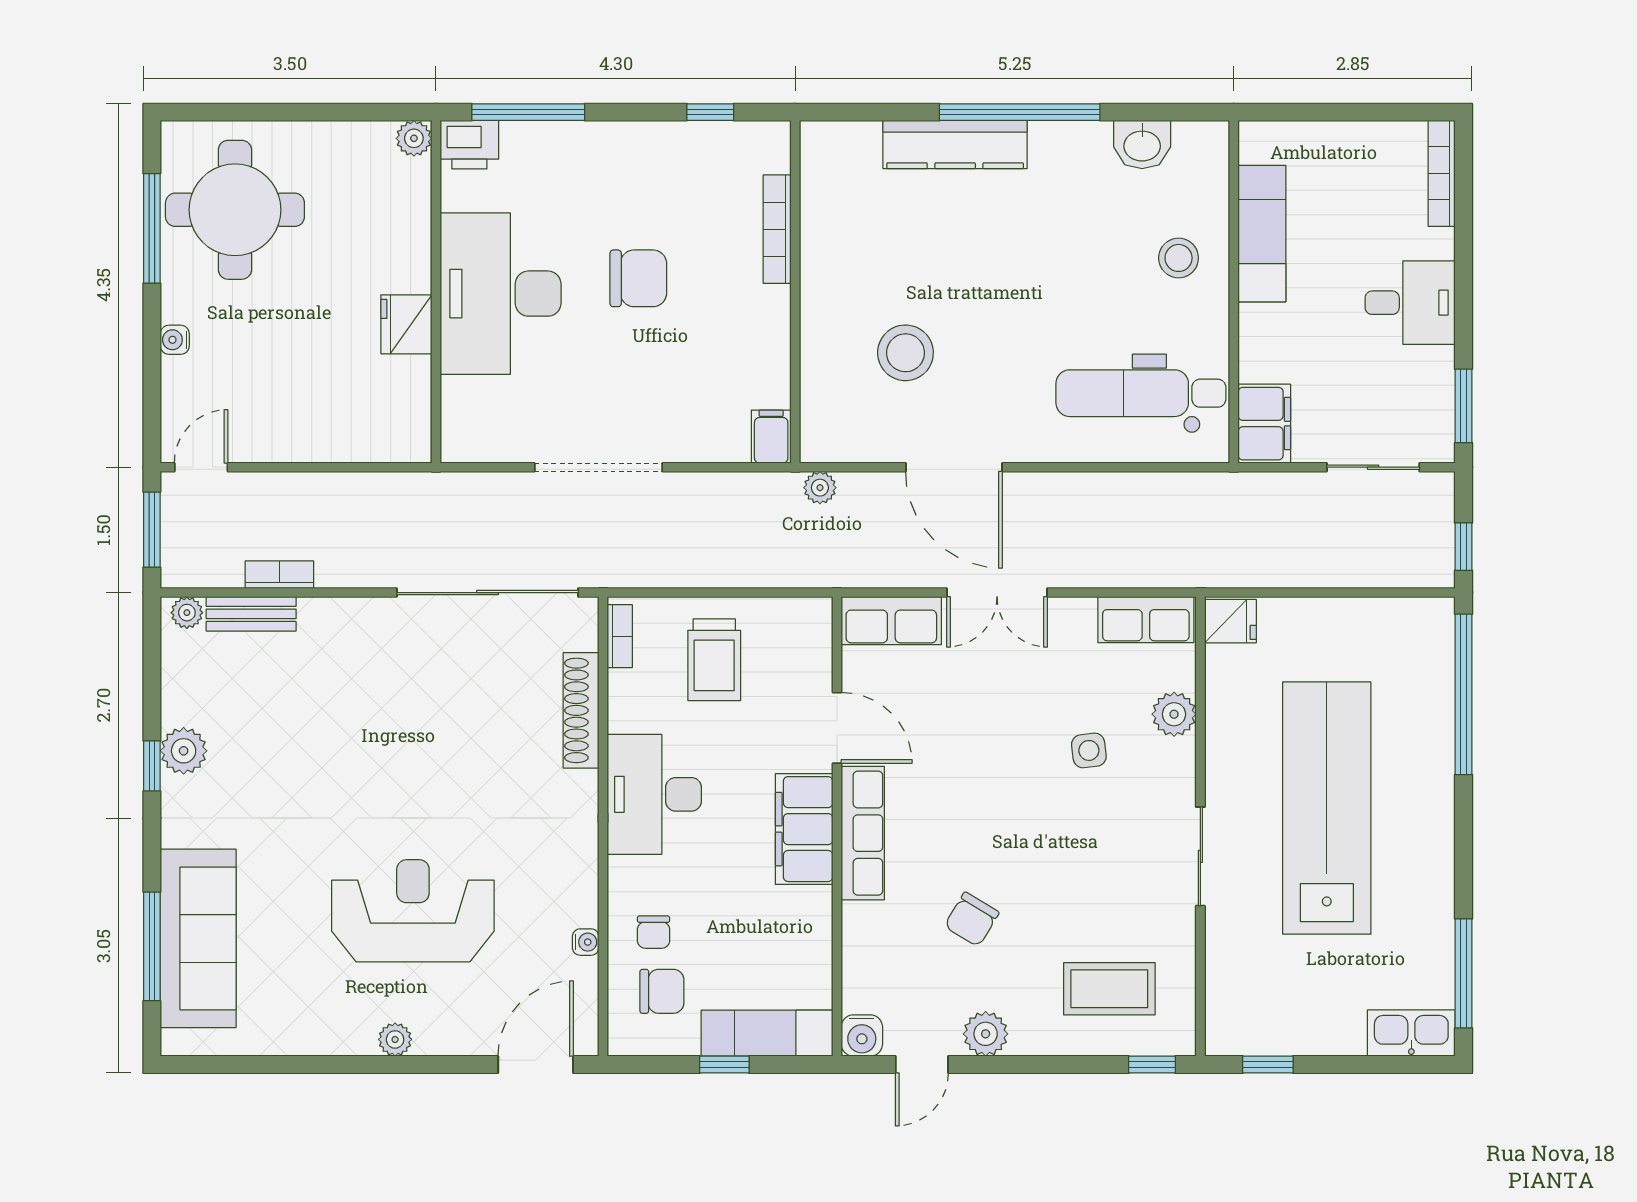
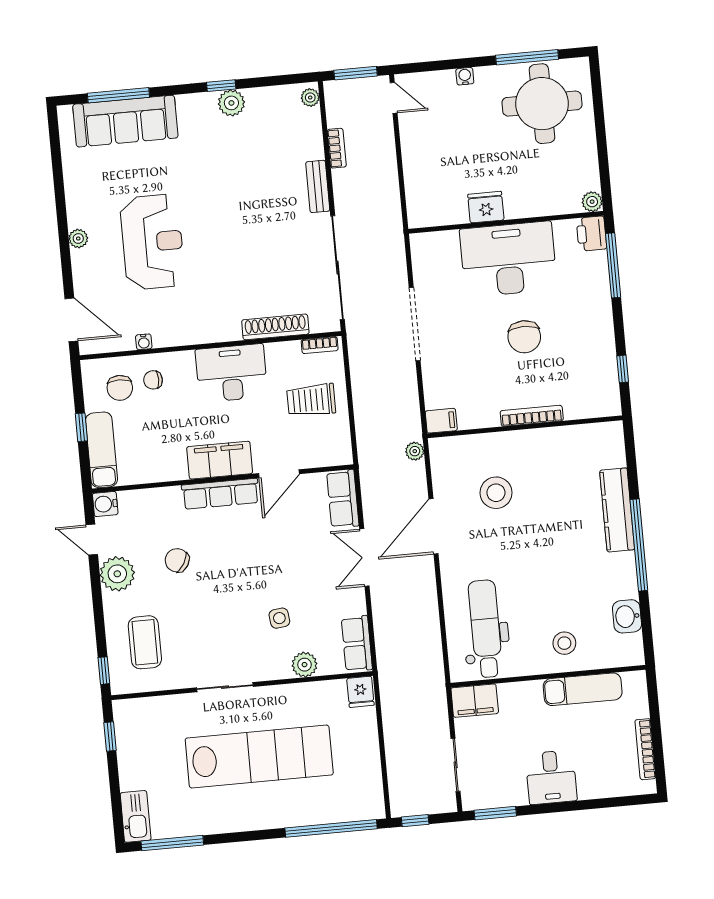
bookcase: (1442, 173) -> (645, 749), moved, turned -90
bookcase: (777, 229) -> (532, 416), moved
bench: (251, 614) -> (318, 186), moved
plant: (986, 1034) -> (117, 574), width x1.36, depth x1.36

